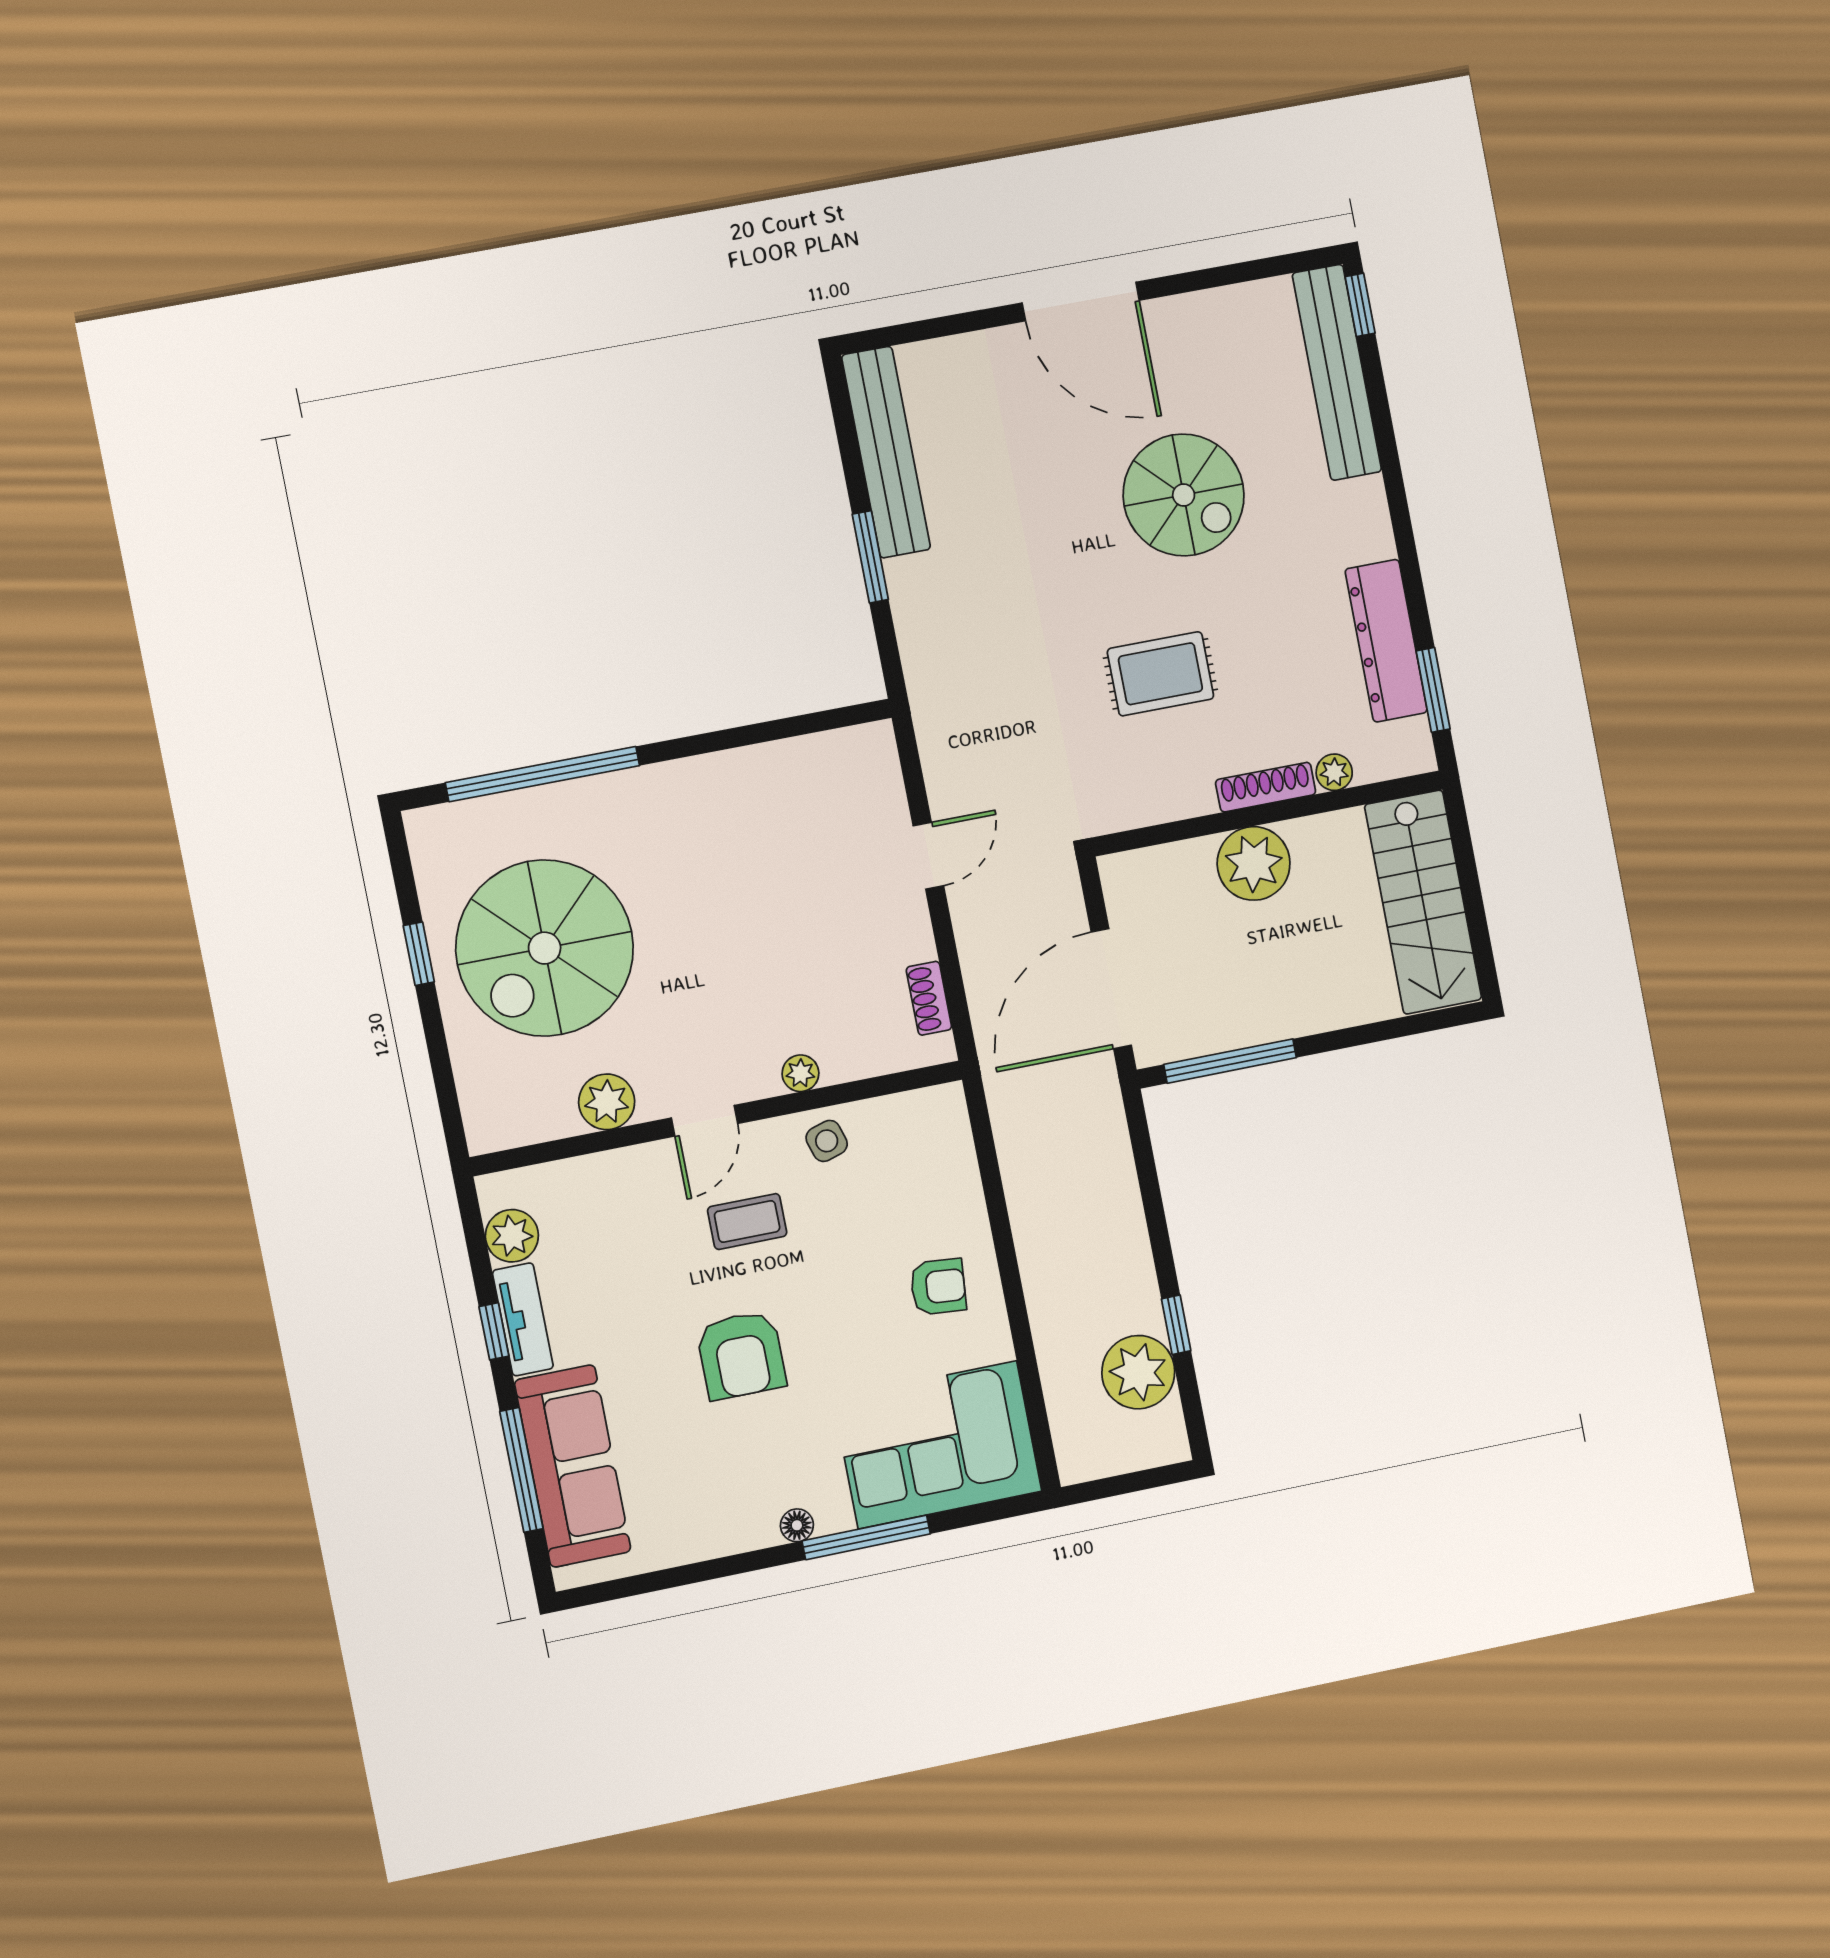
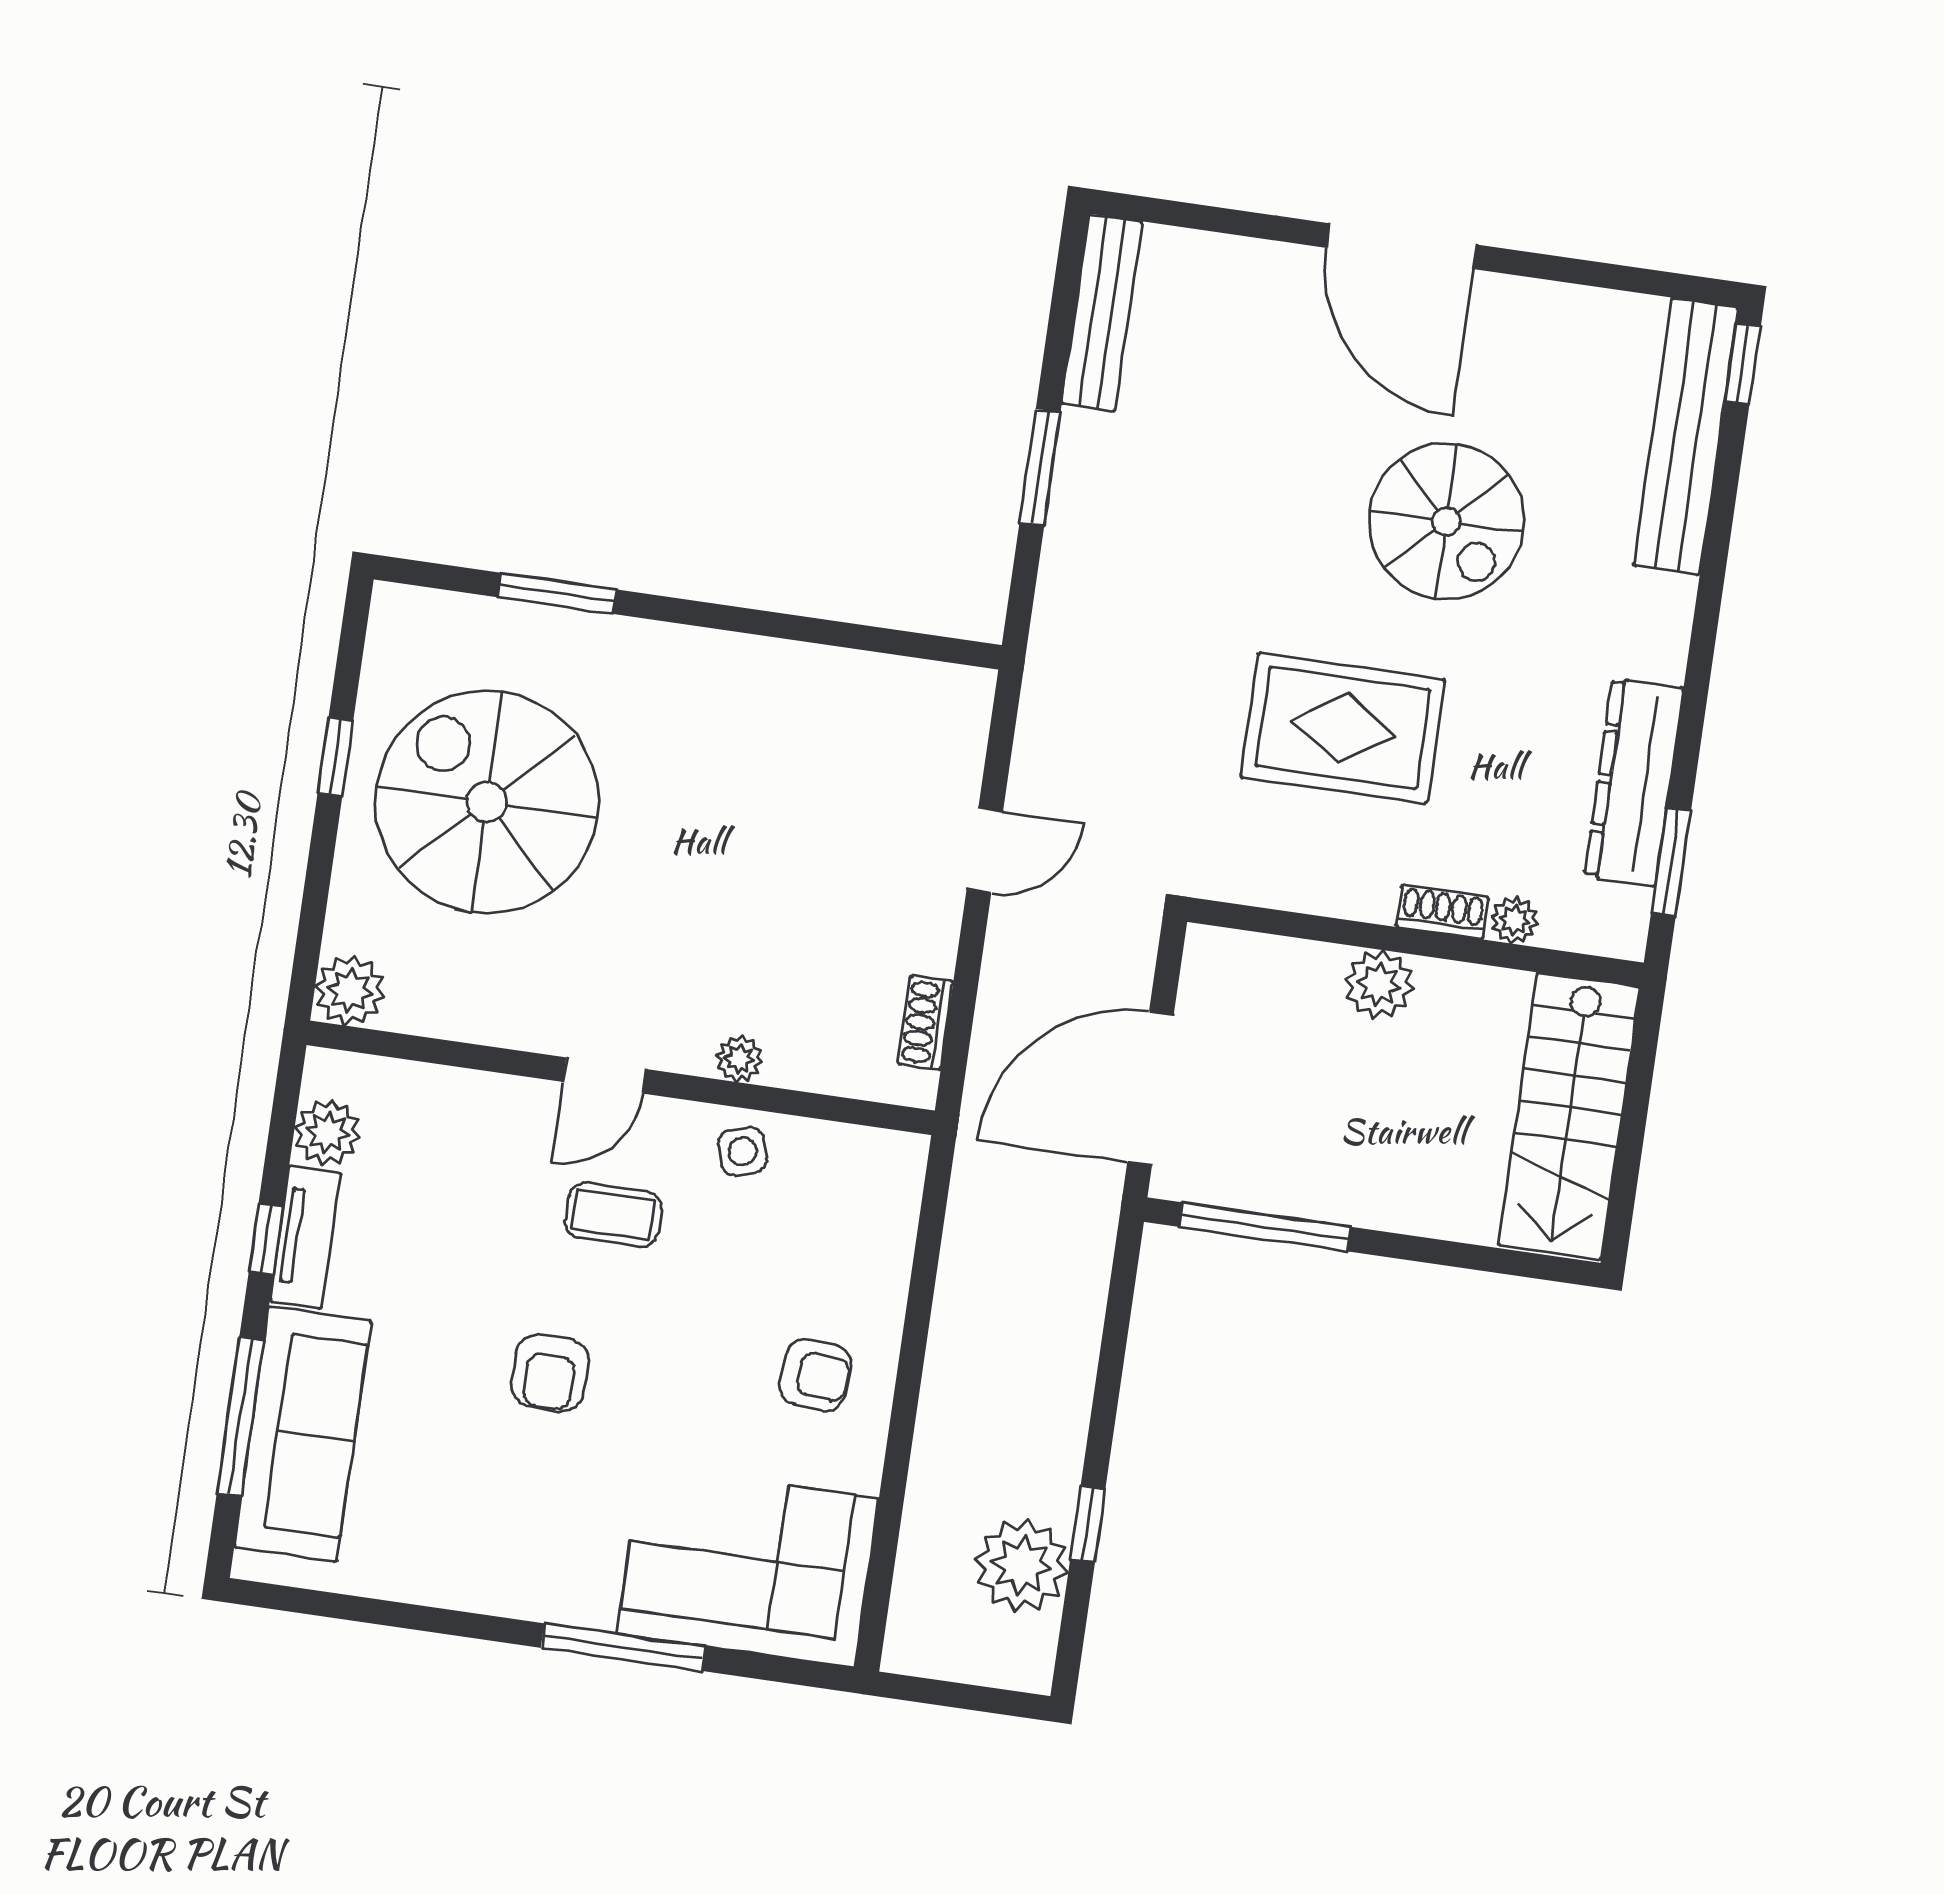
bench: (886, 452) -> (1102, 313), width x0.73, depth x0.82
rug: (1160, 674) -> (1343, 728), width x1.36, depth x1.43
window: (543, 774) -> (557, 593), width x0.47
shoe rack: (1266, 787) -> (1442, 912), width x0.70
plant: (1254, 863) -> (1379, 984), width x0.73, depth x0.73
spiral stairs: (545, 948) -> (487, 802), turned 90
plant: (607, 1102) -> (350, 991), moved
armchair: (741, 1355) -> (550, 1373), width x0.72, depth x0.72
floor lamp: (797, 1525) -> (545, 1602), removed

